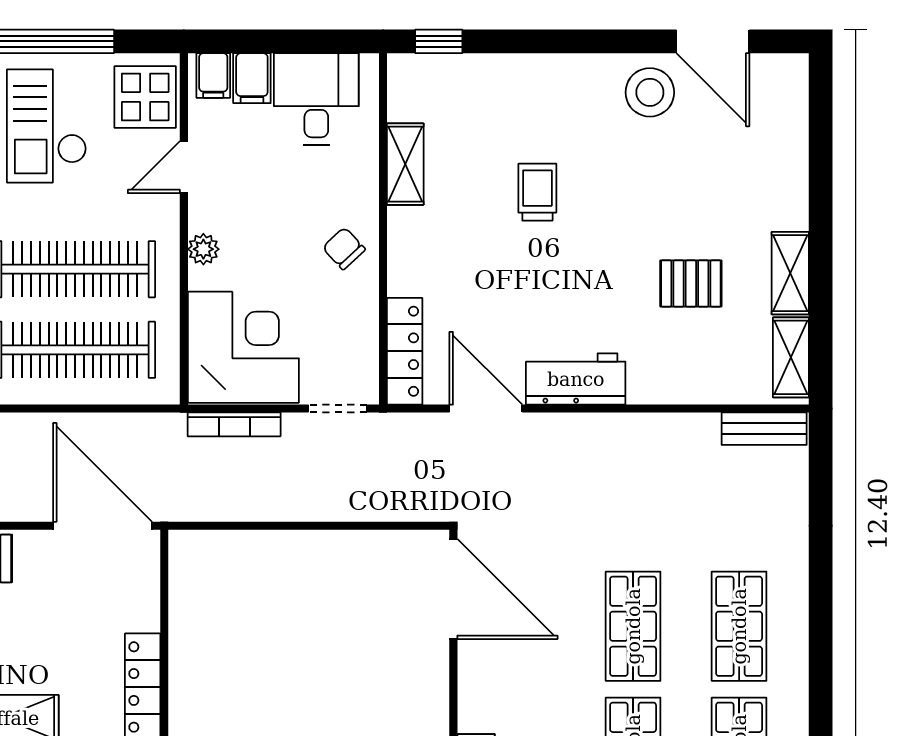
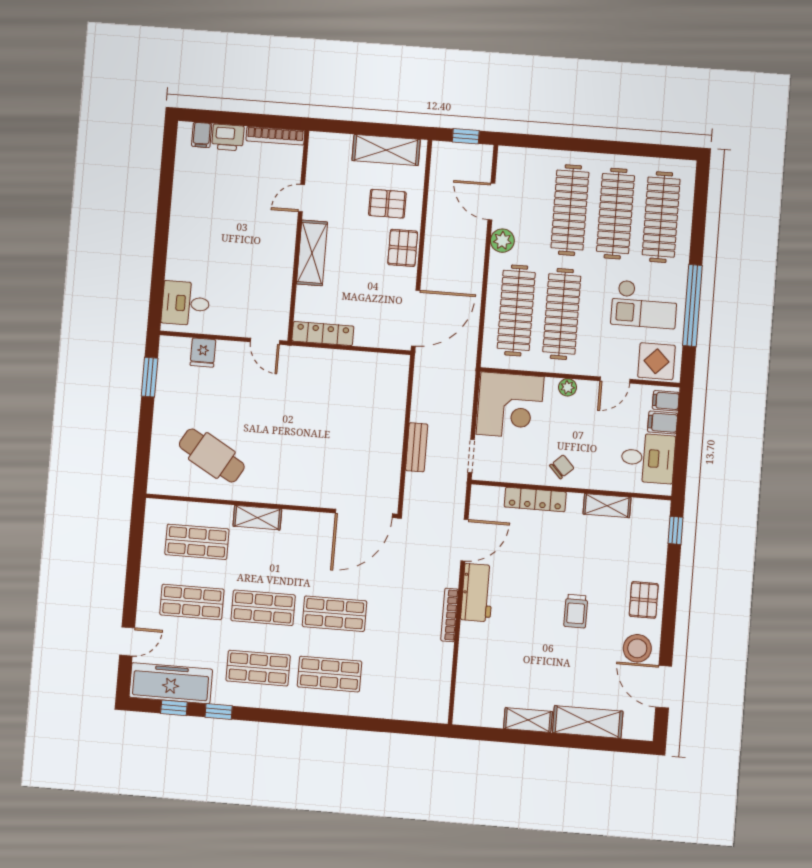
door: (713, 41) -> (664, 687), hinge flipped
checkout: (47, 126) -> (644, 304), turned 180
door: (184, 167) -> (615, 380), swing flipped
trolley: (537, 192) -> (576, 611), moved, turned 90
pallet: (691, 283) -> (644, 600), moved
locker: (405, 351) -> (535, 499), moved
shelving: (791, 357) -> (588, 722), moved, width x1.50, depth x1.33
bookcase: (234, 424) -> (450, 615), moved
bench: (764, 429) -> (417, 447), moved

